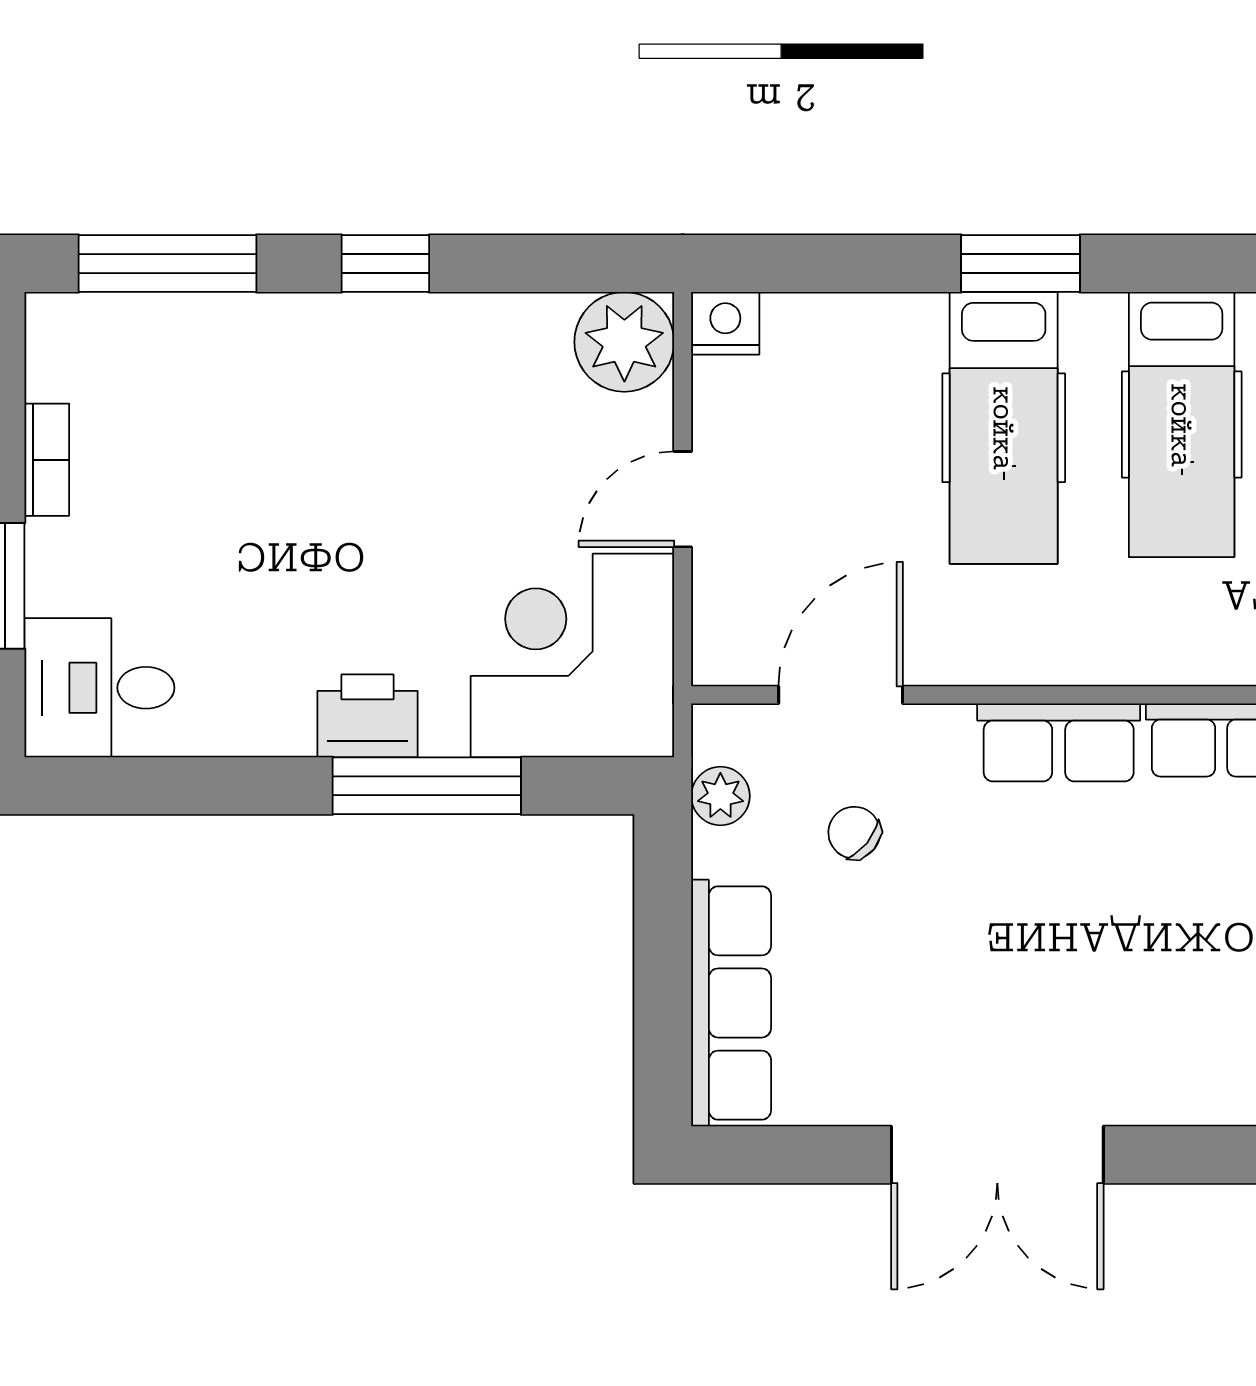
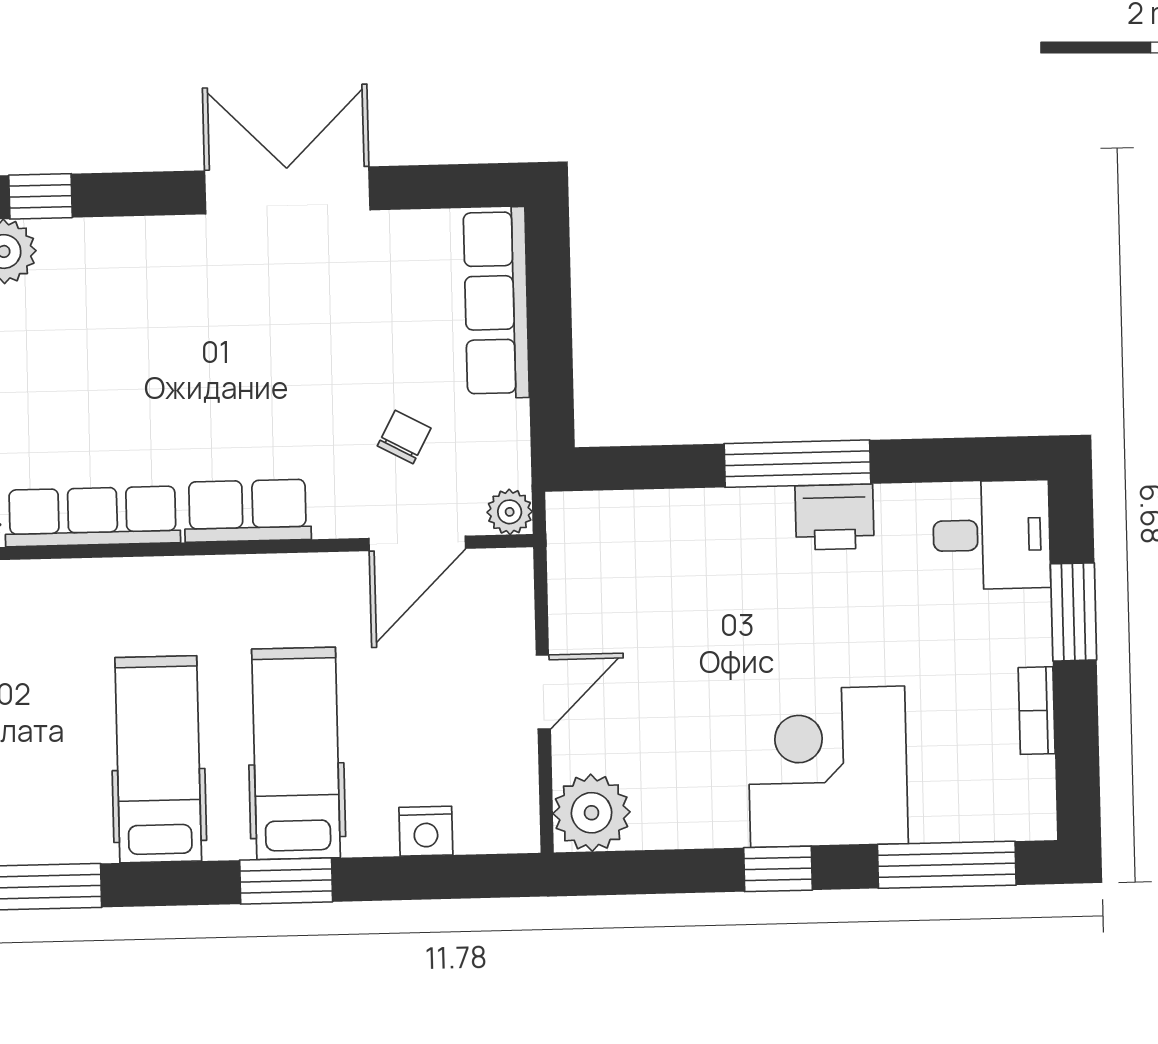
nightstand: (725, 323) -> (426, 831), moved
corner desk: (572, 656) -> (828, 767), moved, turned 180
printer: (368, 716) -> (835, 517), moved
window: (427, 786) -> (797, 464), moved
plant: (720, 796) -> (510, 512), moved
chair: (854, 833) -> (404, 437), turned -101

